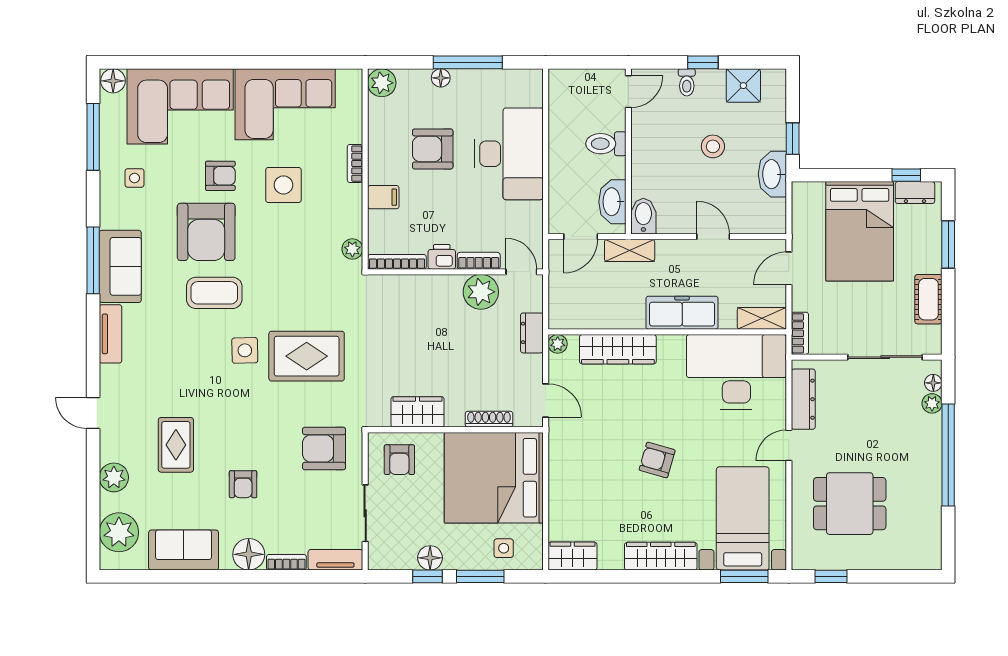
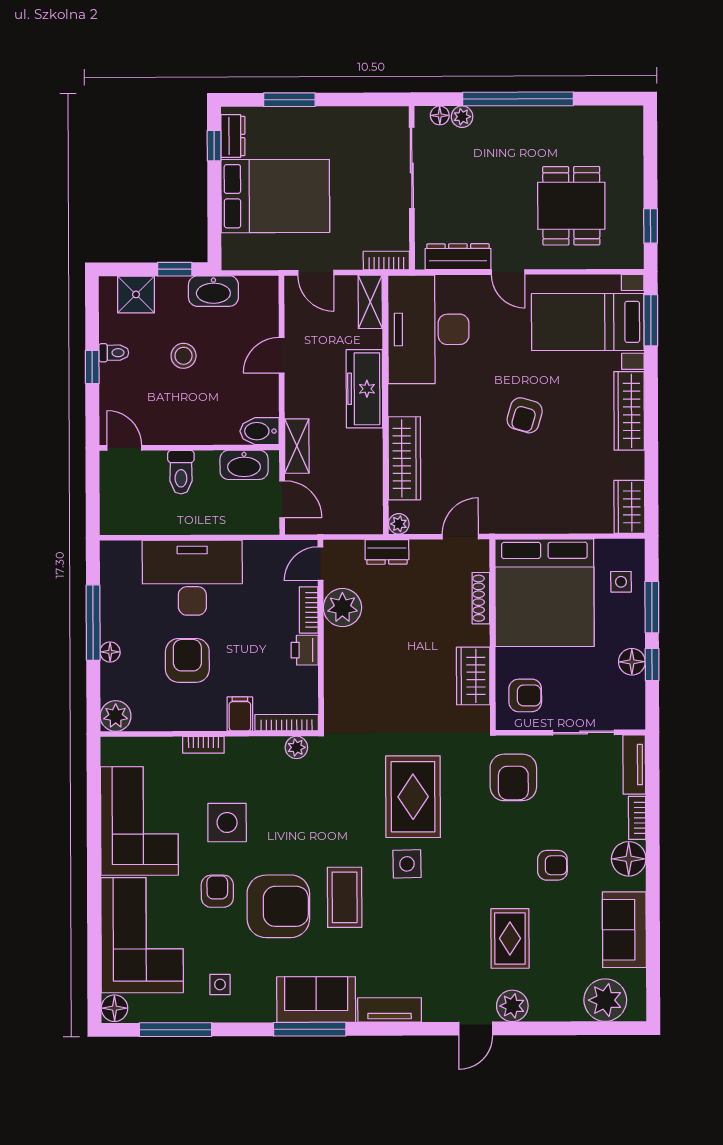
toilet: (687, 82) -> (114, 353), moved
shower: (743, 86) -> (136, 294), moved
armchair: (433, 149) -> (187, 660), turned 180
bookcase: (397, 262) -> (287, 723), moved, turned 90
cot: (928, 299) -> (349, 121), removed
rug: (176, 445) -> (510, 938), turned 90
plant: (114, 477) -> (512, 1006), moved

